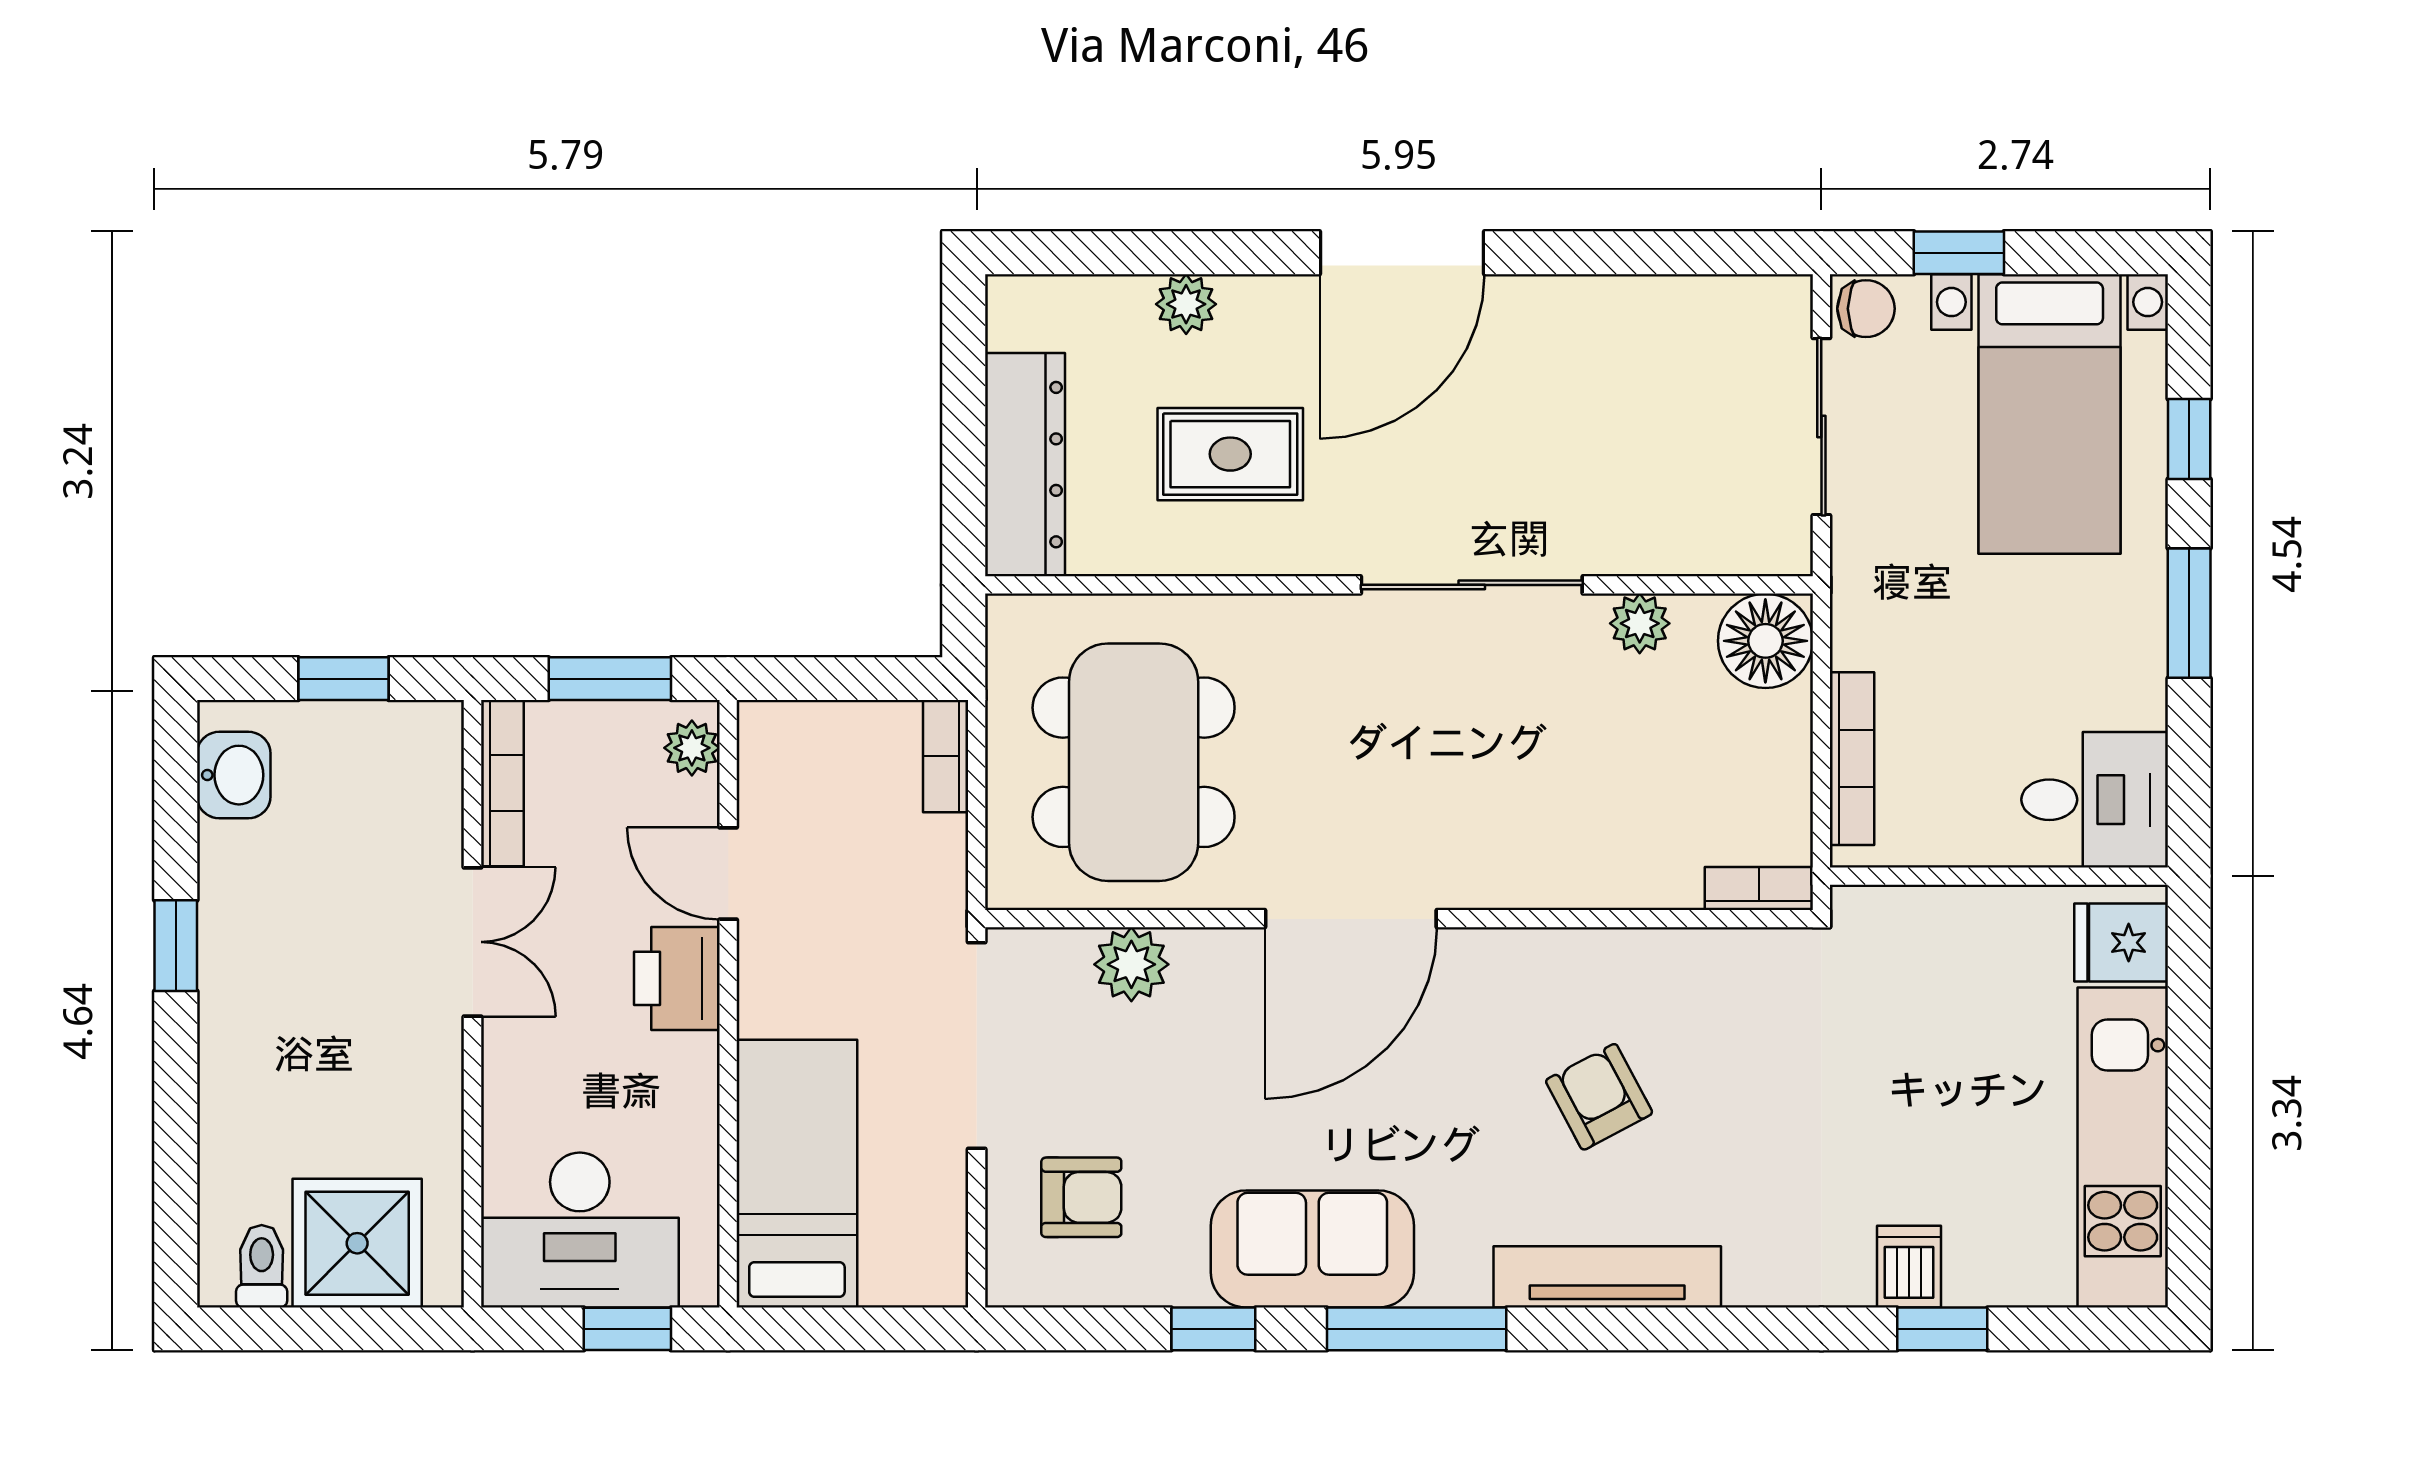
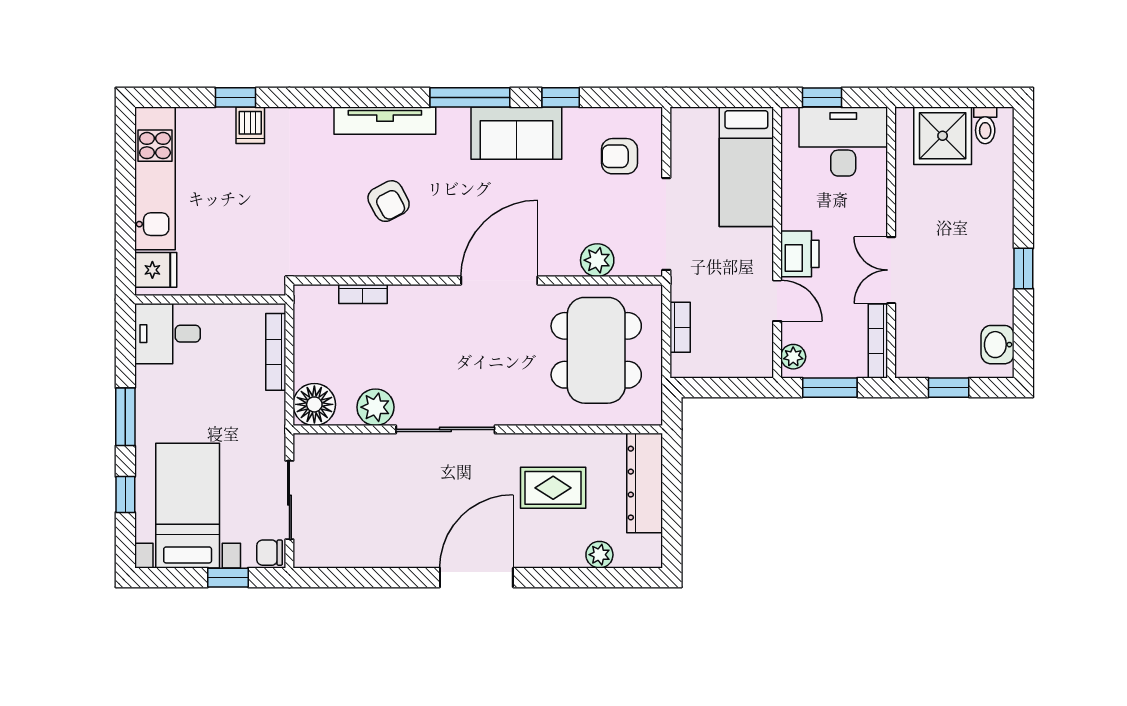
plant: (1186, 304) -> (599, 555), moved
plant: (1640, 623) -> (375, 407), width x1.38, depth x1.38
bookcase: (946, 756) -> (680, 327), moved
bookcase: (1759, 889) -> (363, 294), moved

